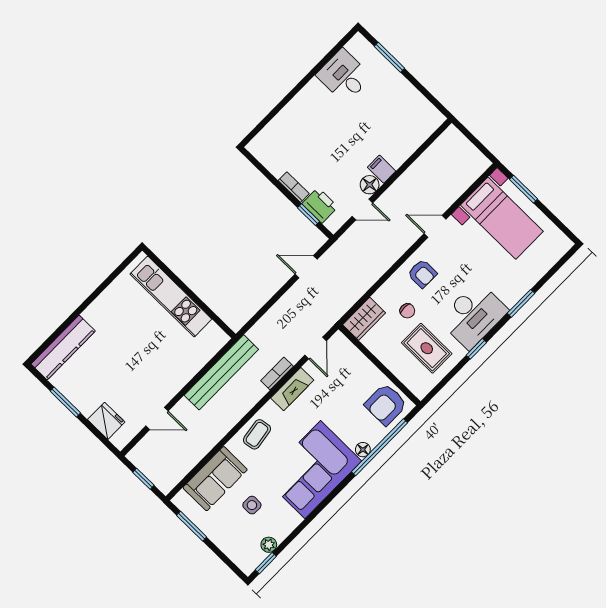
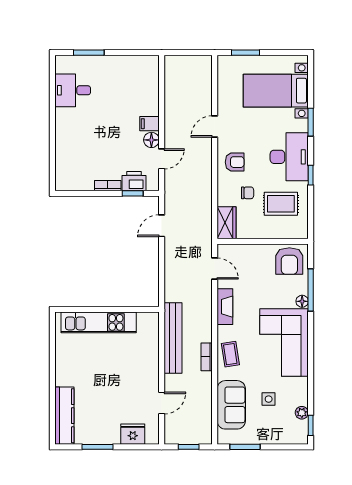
bed with nightstands: (502, 218) -> (276, 91), moved, turned 180
bookcase: (277, 373) -> (207, 357), moved
window: (380, 447) -> (311, 290), width x0.68

